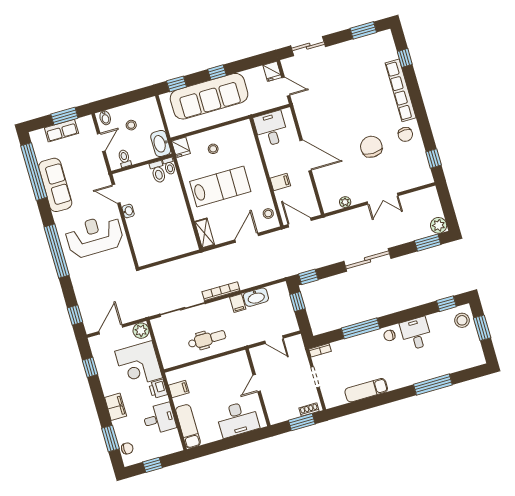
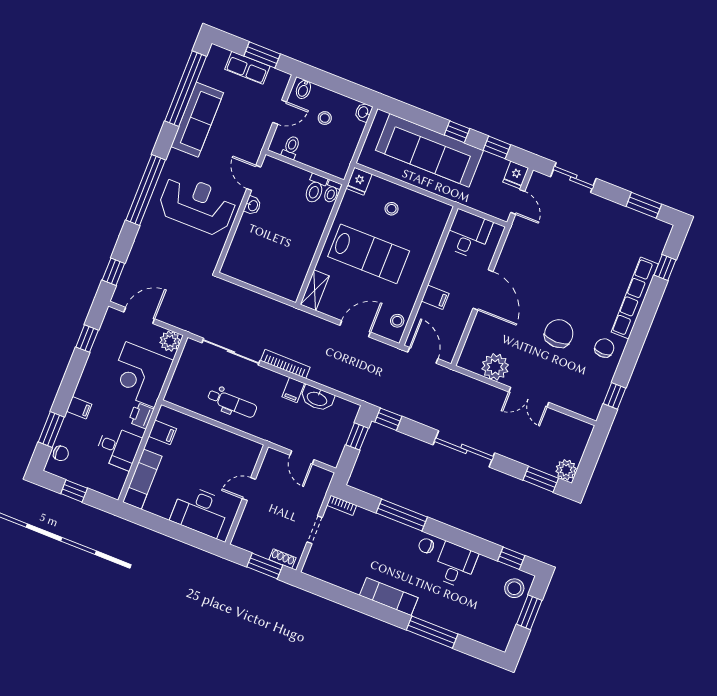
window: (177, 84) -> (497, 147), moved
chair: (405, 134) -> (604, 348), turned 180
washbasin: (161, 144) -> (363, 112), moved, width x0.52, depth x0.69
plant: (345, 202) -> (495, 367), width x1.87, depth x1.87
exam couch: (366, 390) -> (389, 597), moved
filing cabinet: (116, 407) -> (79, 408), width x0.50

